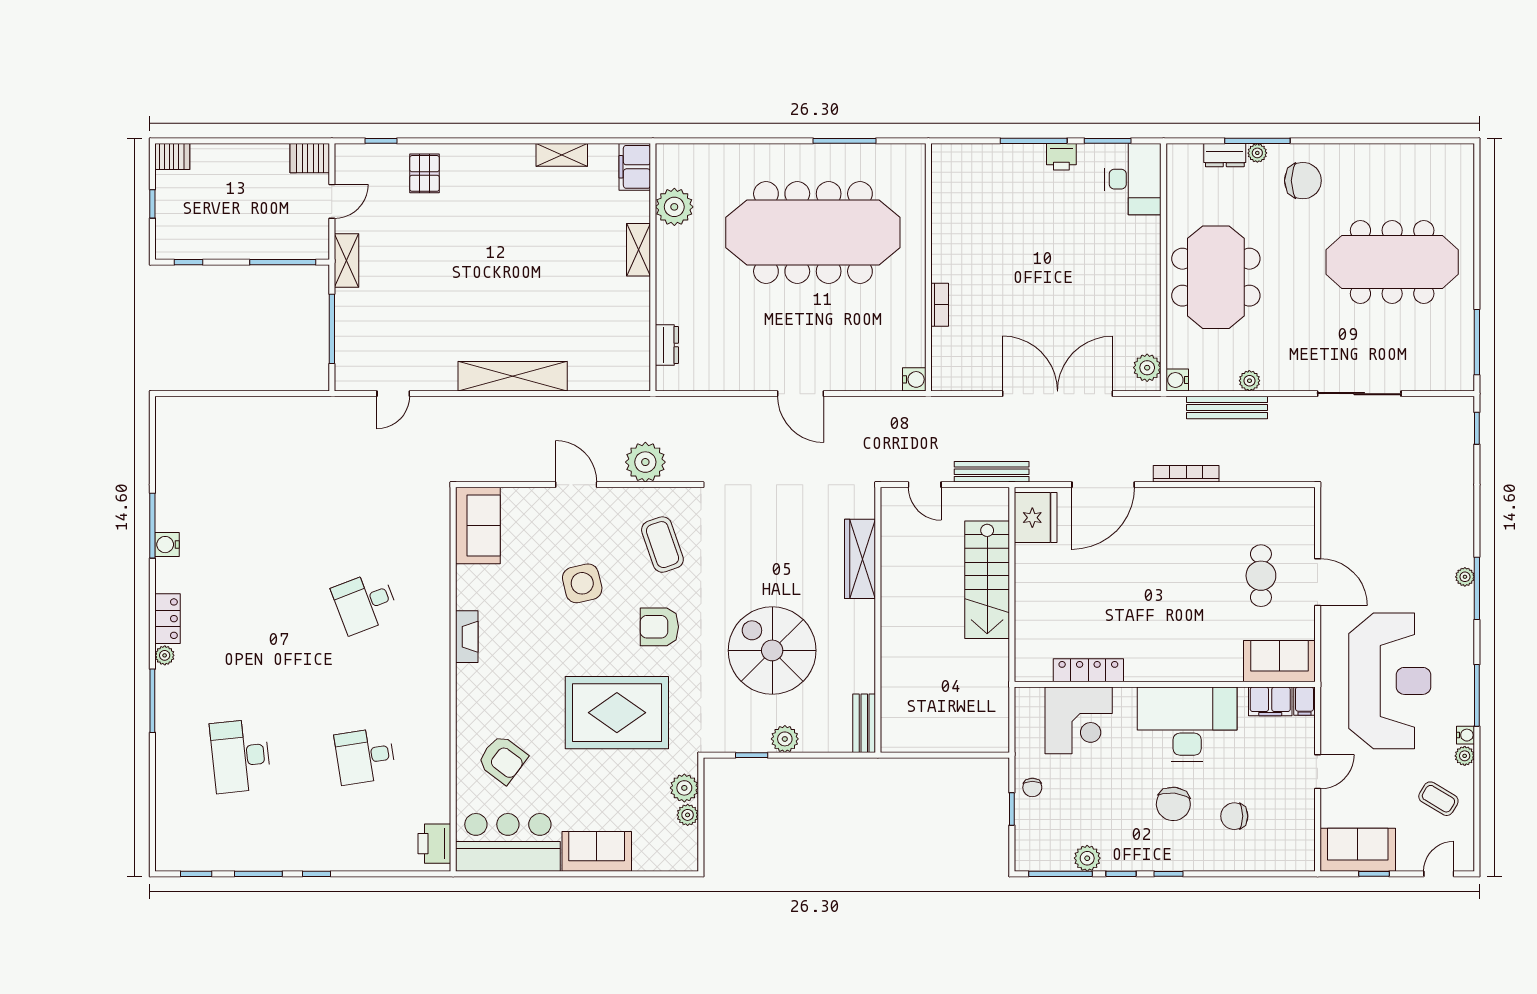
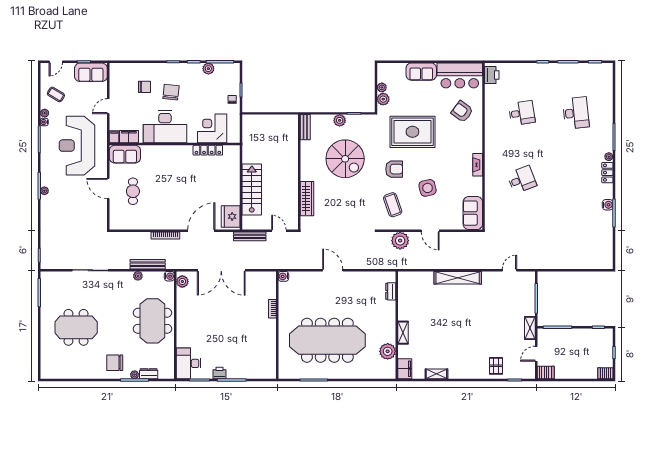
meeting table: (1392, 262) -> (76, 327), width x0.73

